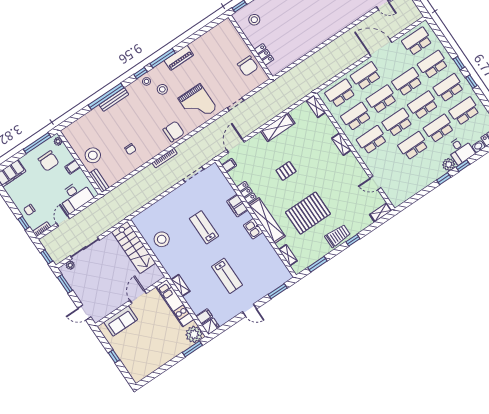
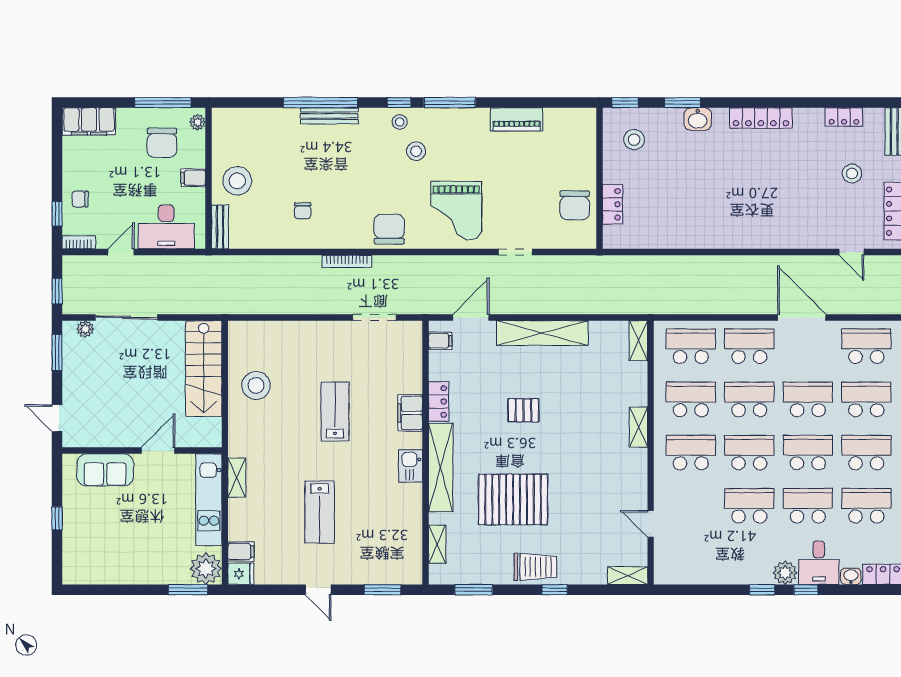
piano: (179, 58) -> (517, 119), moved
shelving: (278, 127) -> (542, 333), width x1.47
chair: (174, 131) -> (389, 229), turned -90

